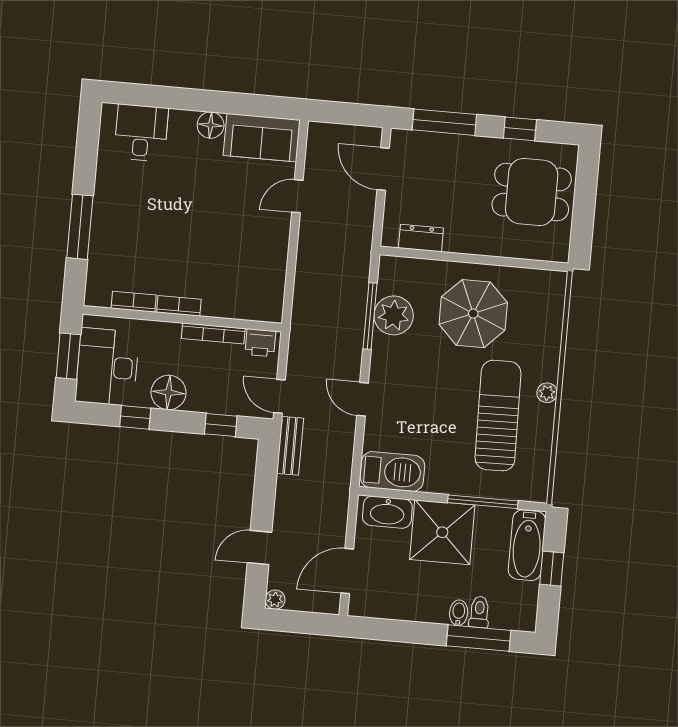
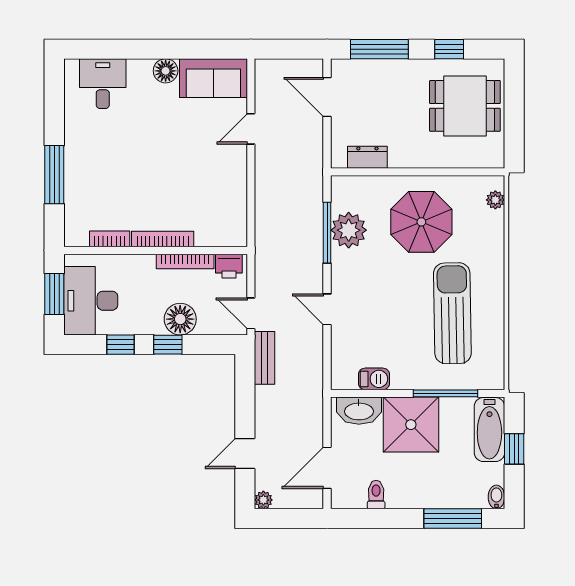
bookcase: (179, 306) -> (163, 239), width x1.56
floor lamp: (169, 392) -> (180, 319), moved
plant: (547, 393) -> (495, 200), moved
window: (221, 425) -> (168, 345), moved
barbecue: (392, 472) -> (374, 379), width x0.53, depth x0.65
toilet: (479, 612) -> (376, 495), moved
bidet: (459, 613) -> (496, 497), moved

